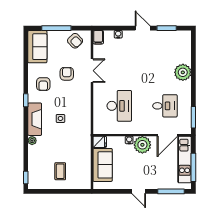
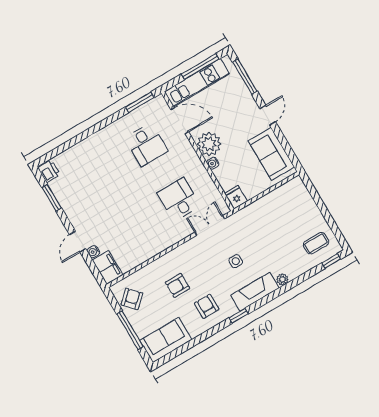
door: (143, 28) -> (78, 242), moved
printer: (184, 36) -> (49, 171), added
filing cabinet: (98, 37) -> (108, 268), width x2.00
double door: (92, 71) -> (210, 225), moved
plant: (183, 72) -> (93, 147), removed
armchair: (43, 84) -> (207, 306), turned -90
desk: (119, 106) -> (179, 199), width x0.73
desk: (165, 106) -> (146, 145), turned 180
sofa: (103, 165) -> (271, 154), moved, turned -90
coffee table: (60, 171) -> (316, 243), moved

